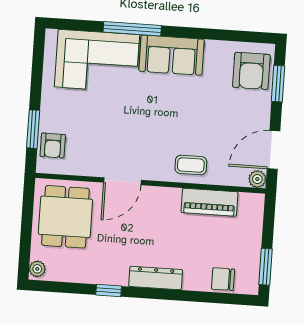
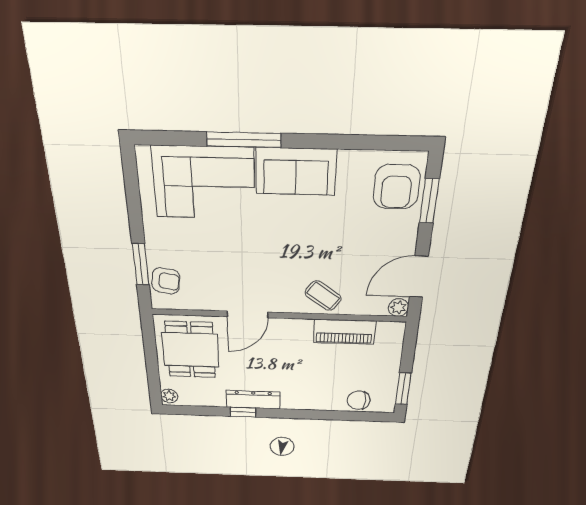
armchair: (53, 146) -> (166, 281), turned -81
coffee table: (191, 165) -> (323, 296), turned 35
dresser: (156, 278) -> (253, 400), moved

